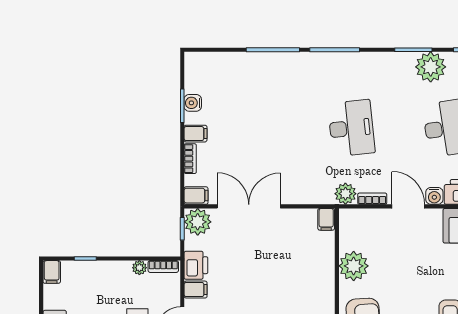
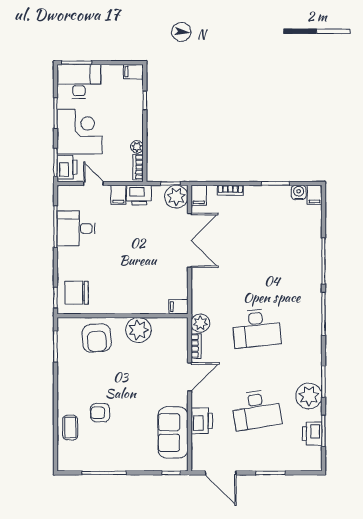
water cooler: (193, 103) -> (299, 192), moved
filing cabinet: (195, 134) -> (315, 195), moved
water cooler: (434, 196) -> (198, 399), removed

